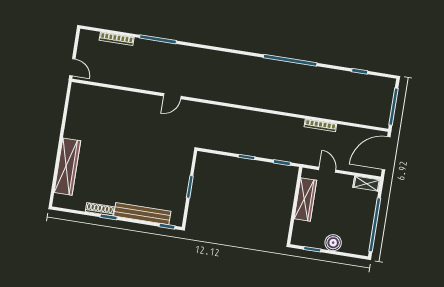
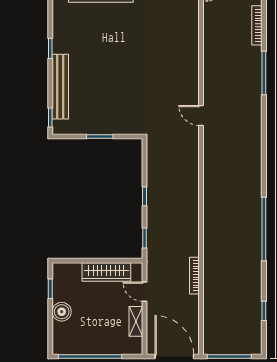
door: (172, 96) -> (201, 115), moved
door: (327, 170) -> (145, 292), swing flipped
shelving: (367, 184) -> (136, 321), moved
shoe rack: (100, 209) -> (58, 37), removed

